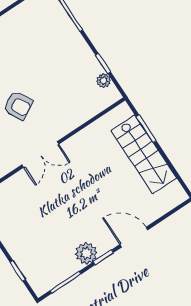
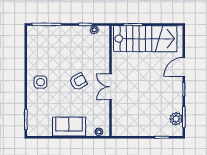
double door: (40, 154) -> (111, 87), swing flipped
stairs: (144, 154) -> (145, 39), width x1.36, depth x1.51
plant: (86, 253) -> (176, 119), moved

